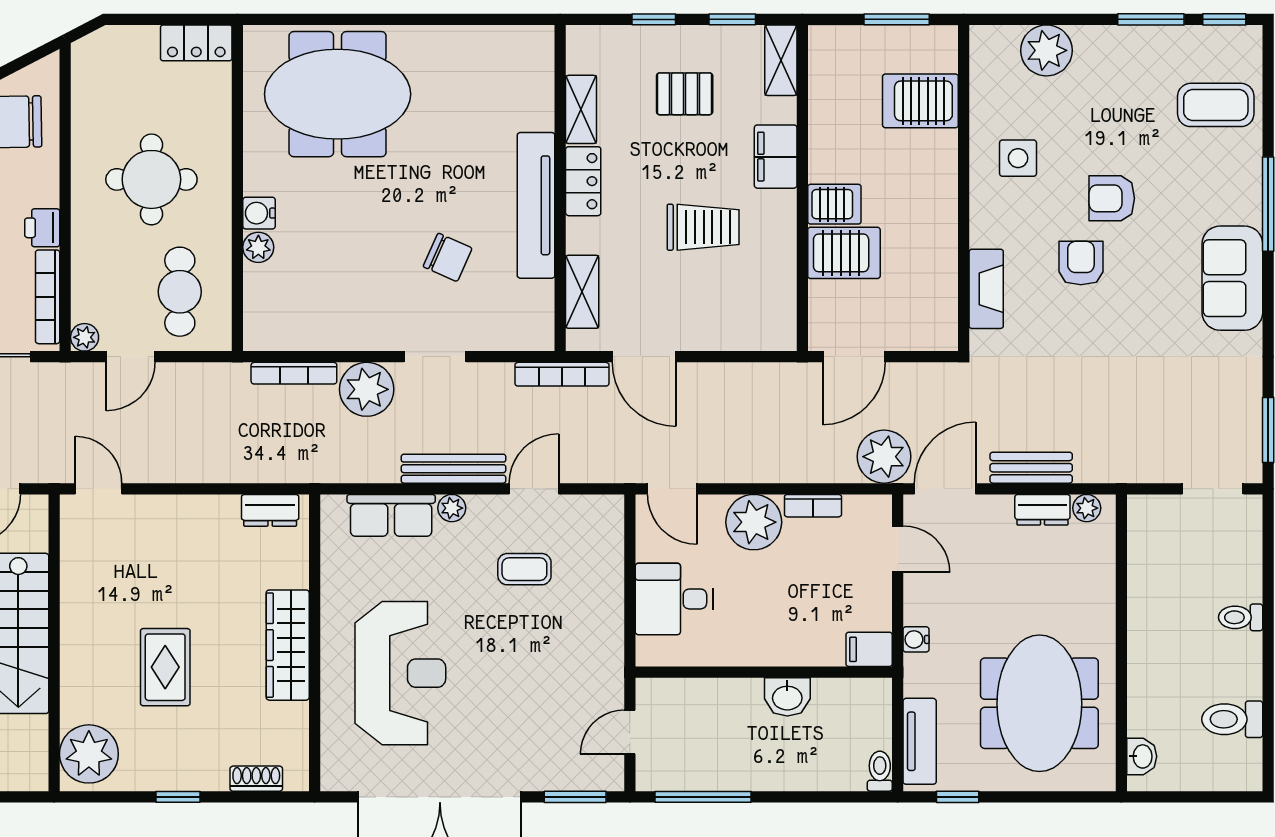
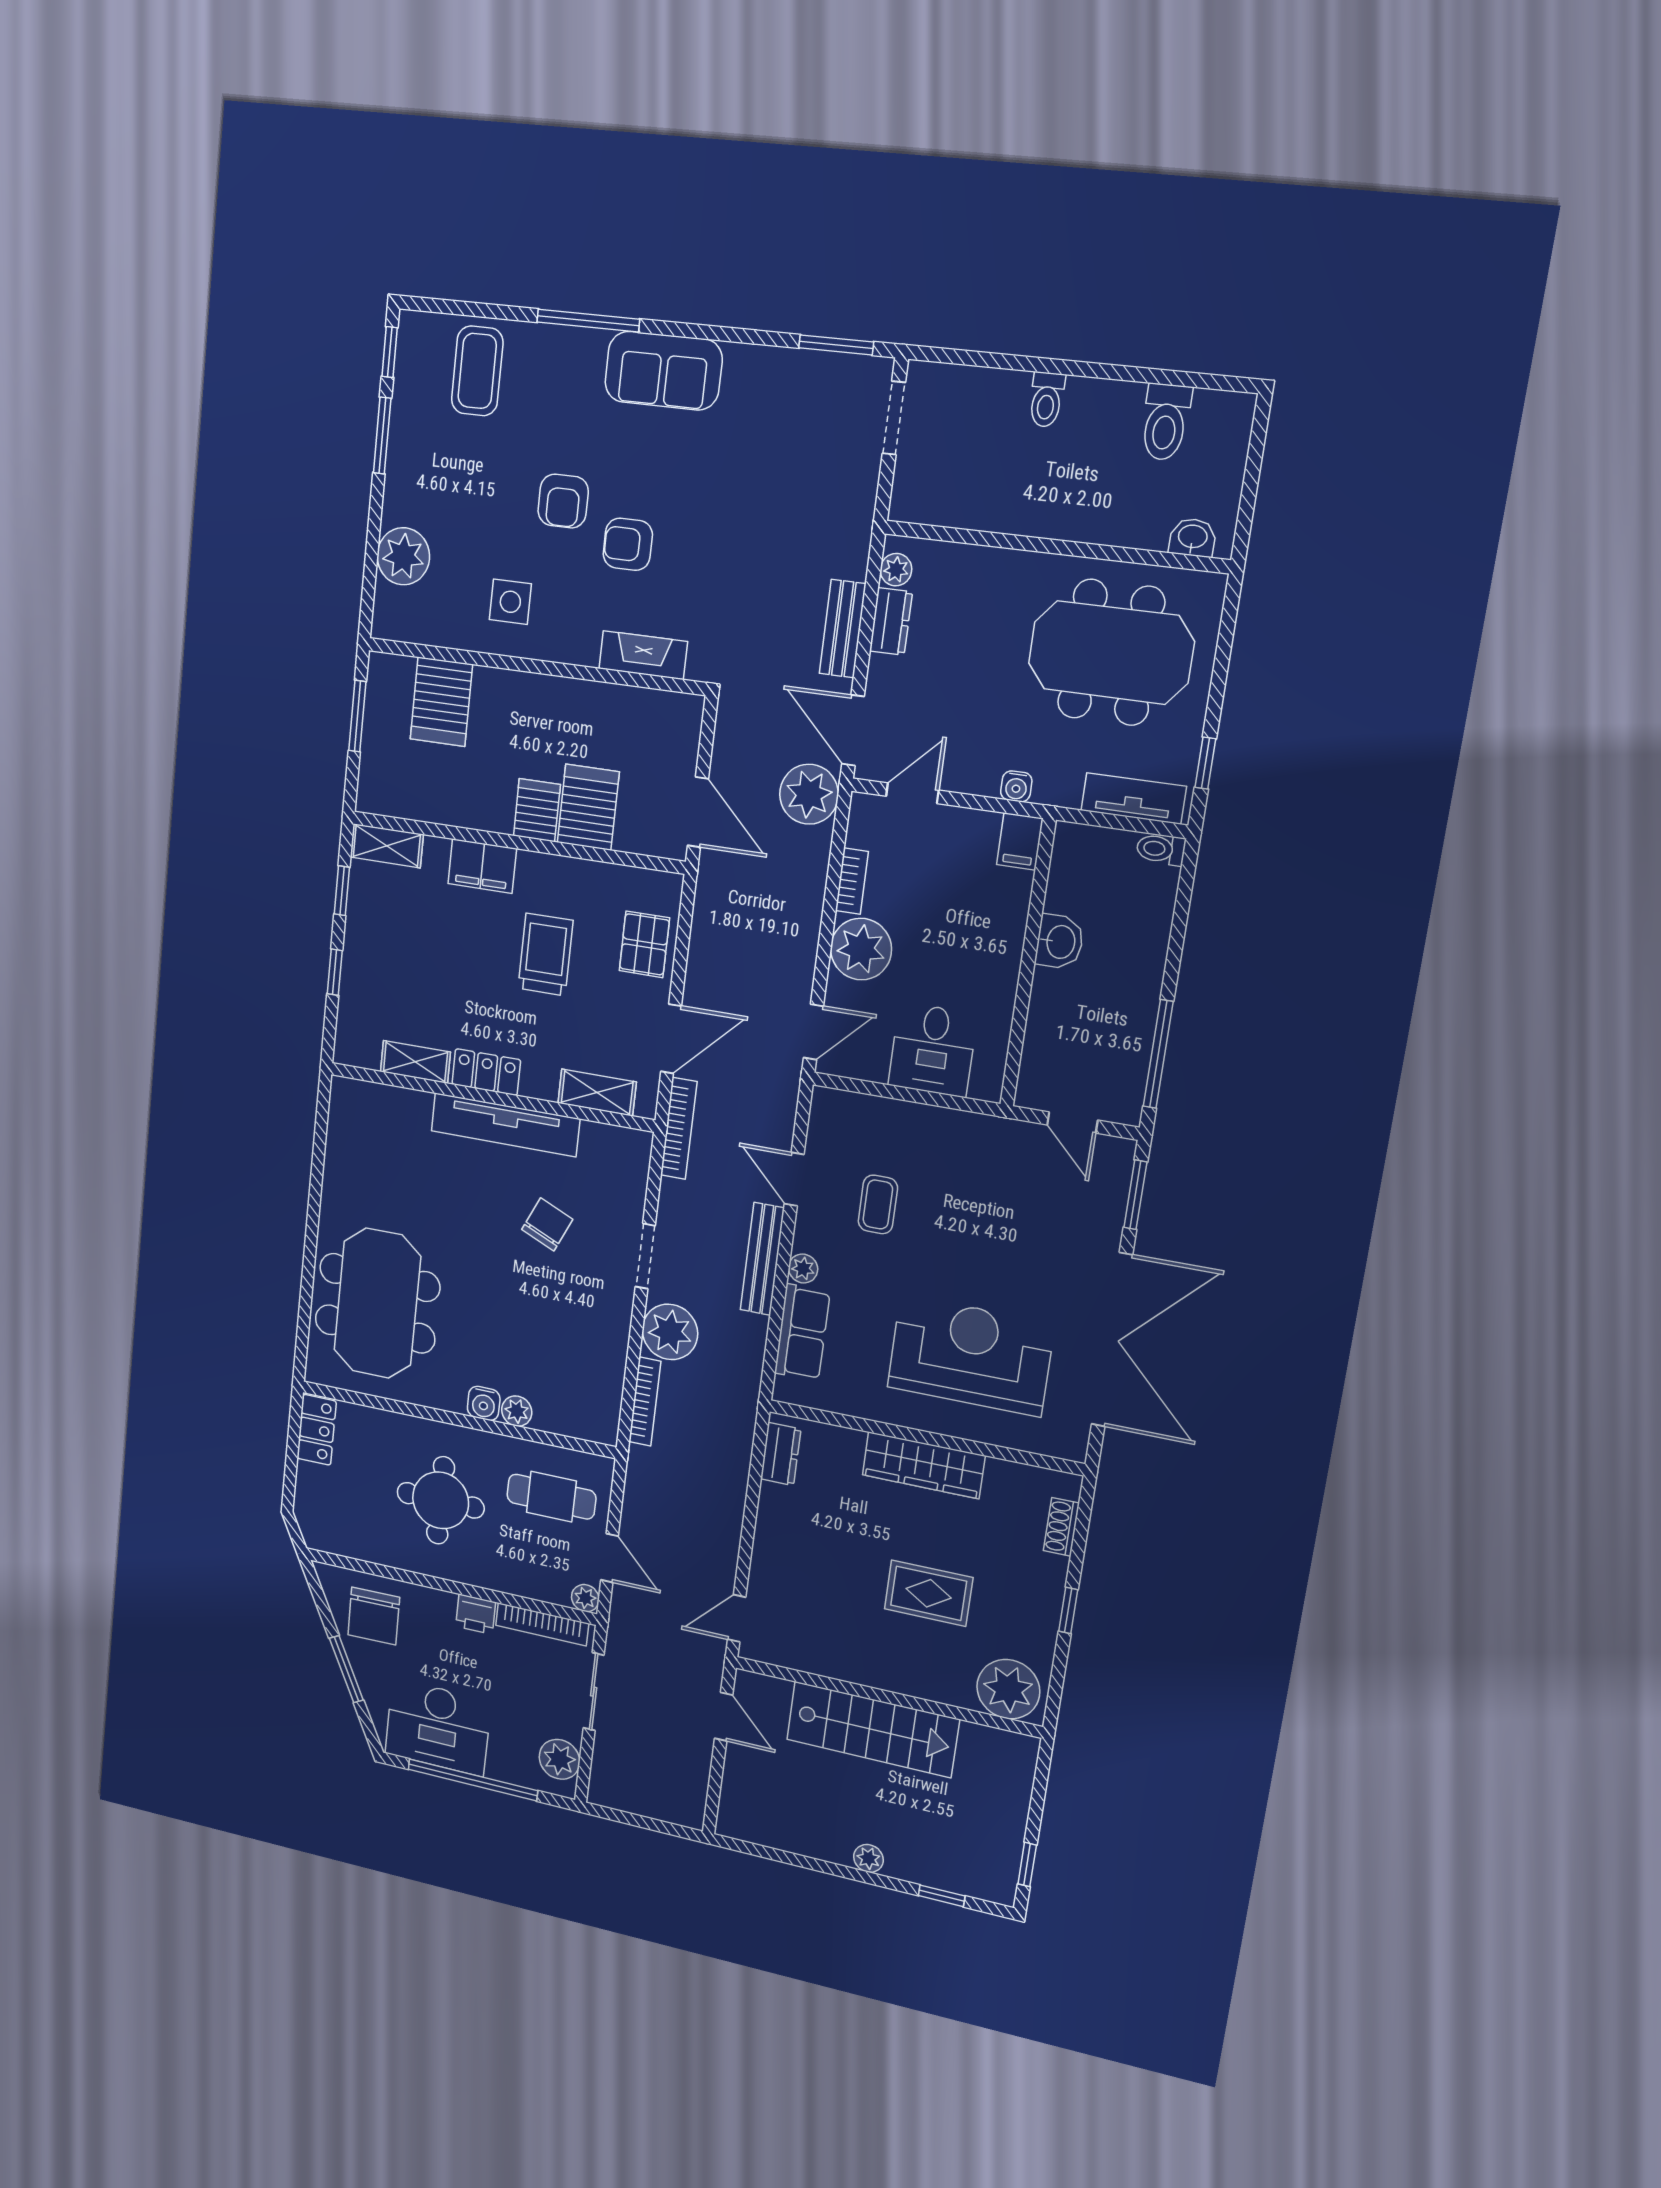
pallet: (685, 94) -> (644, 944), moved

